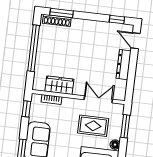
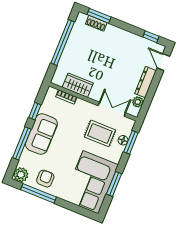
shoe rack: (57, 20) -> (96, 23), width x0.70
plant: (121, 86) -> (138, 102), added
window: (26, 109) -> (35, 111), moved
floor lamp: (115, 145) -> (123, 140), moved

